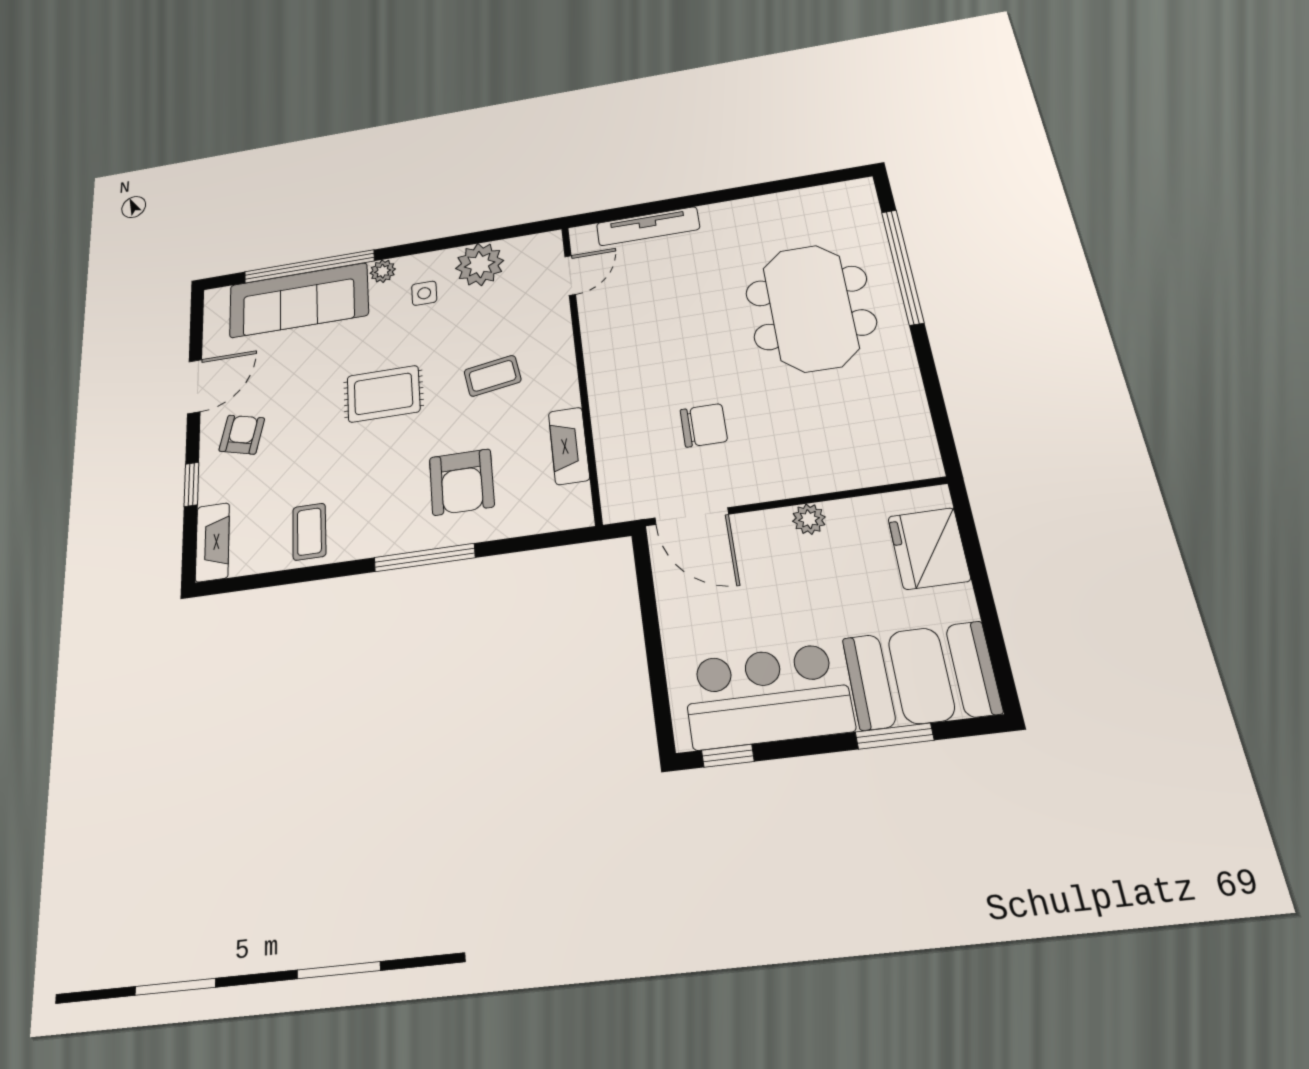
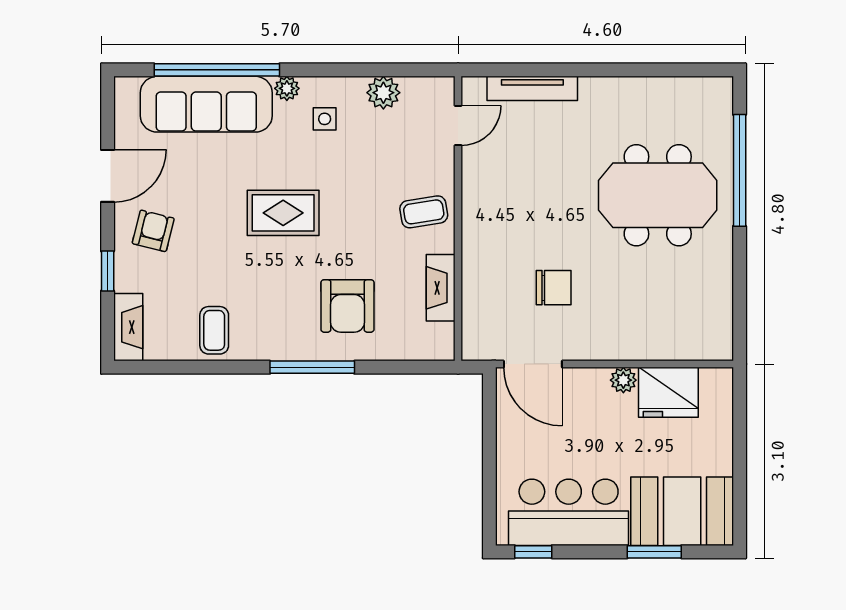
plant: (480, 265) -> (383, 93), width x0.73, depth x0.73
meeting table: (811, 308) -> (658, 195), turned 90
coffee table: (493, 376) -> (424, 212), moved
fridge: (929, 548) -> (668, 392), moved, turned -90

